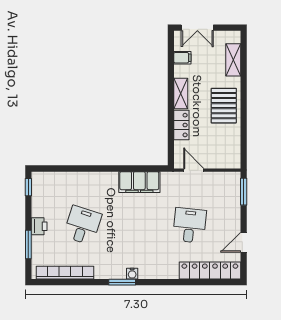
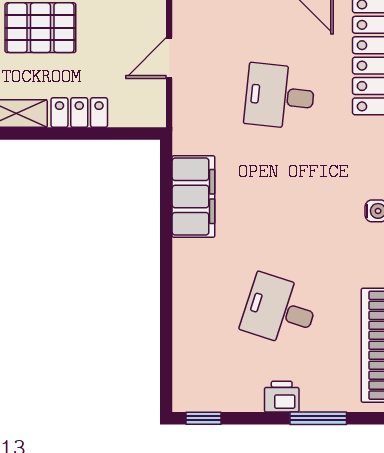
door: (194, 170) -> (169, 58), moved

